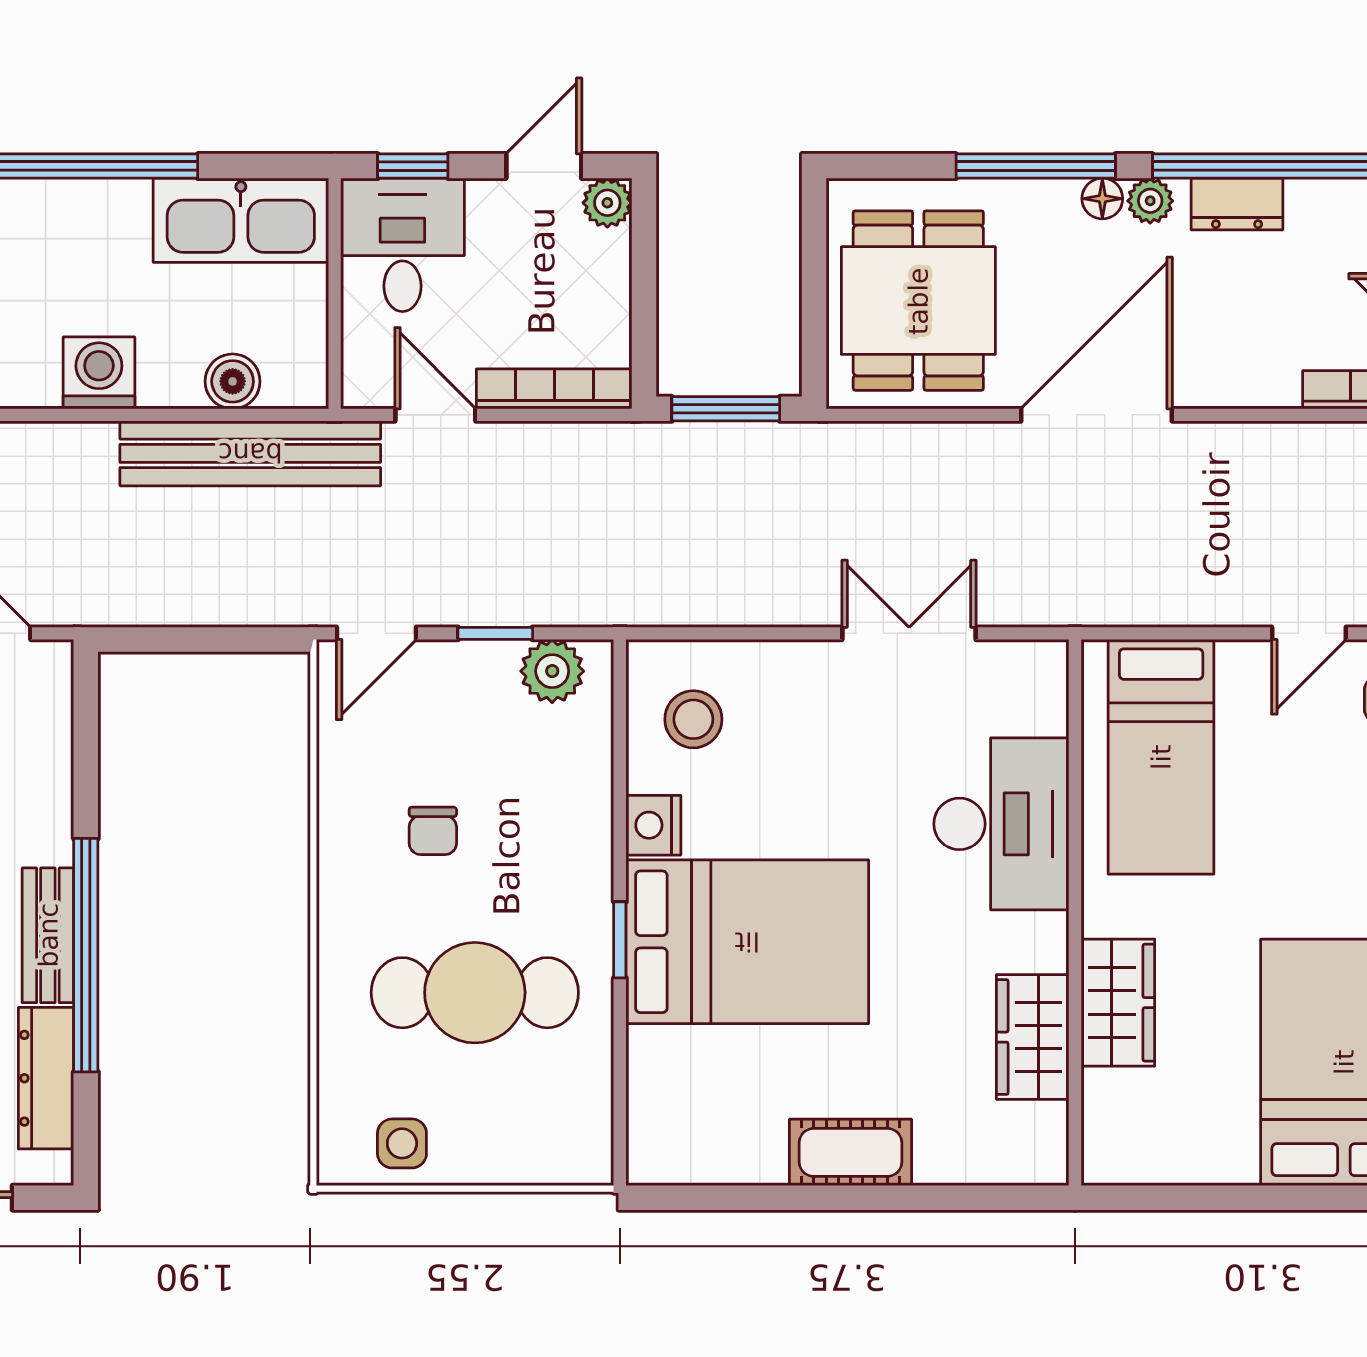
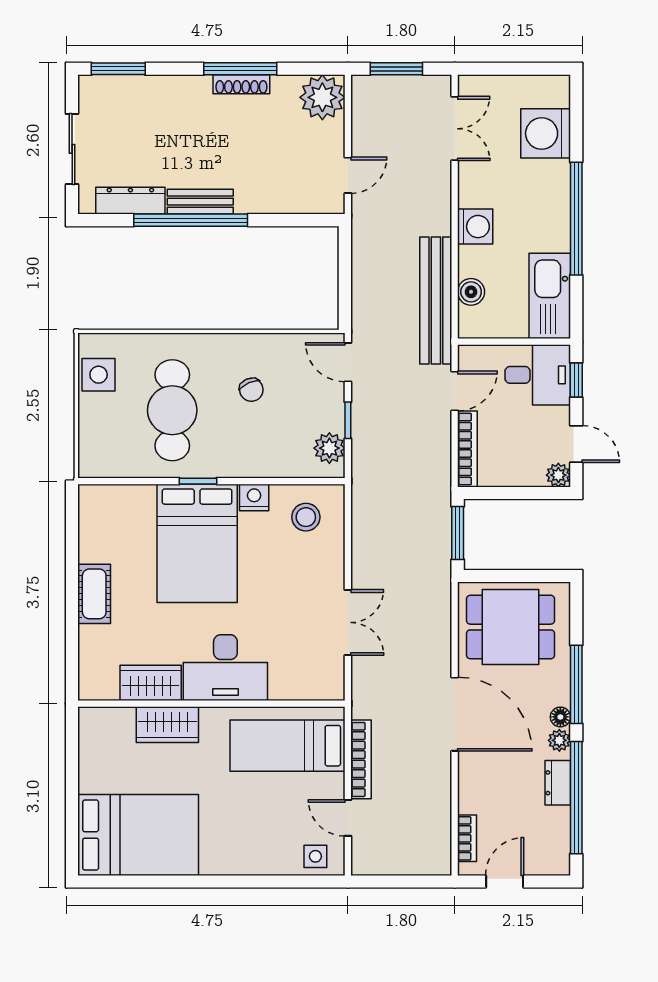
bookcase: (1189, 607) -> (361, 759), added
desk: (1001, 824) -> (225, 668), moved
chair: (433, 831) -> (251, 390), turned -114
side table: (402, 1143) -> (99, 375), width x1.37, depth x1.37

